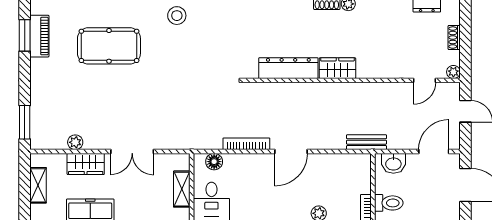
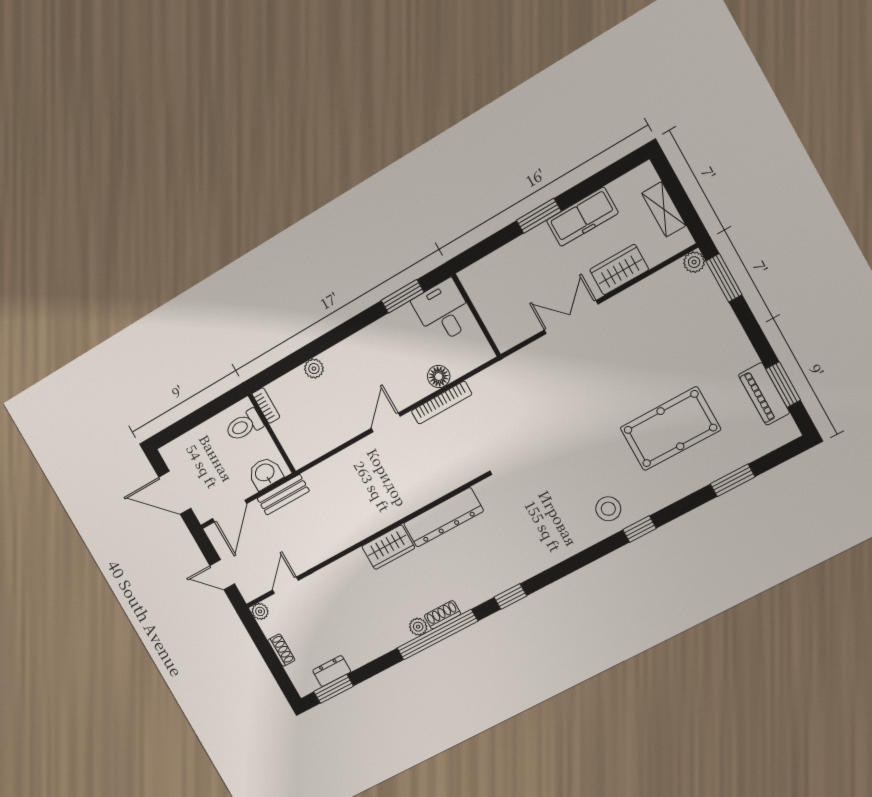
plant: (75, 142) -> (694, 262), moved
bench: (367, 142) -> (283, 495), moved
door: (291, 152) -> (386, 422), width x0.73
floor lamp: (214, 162) -> (439, 377), moved
shelving: (182, 189) -> (486, 306), removed

